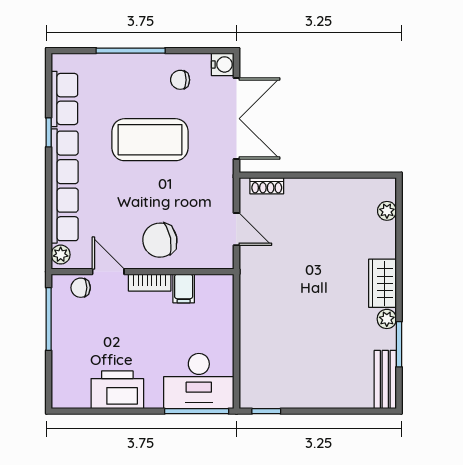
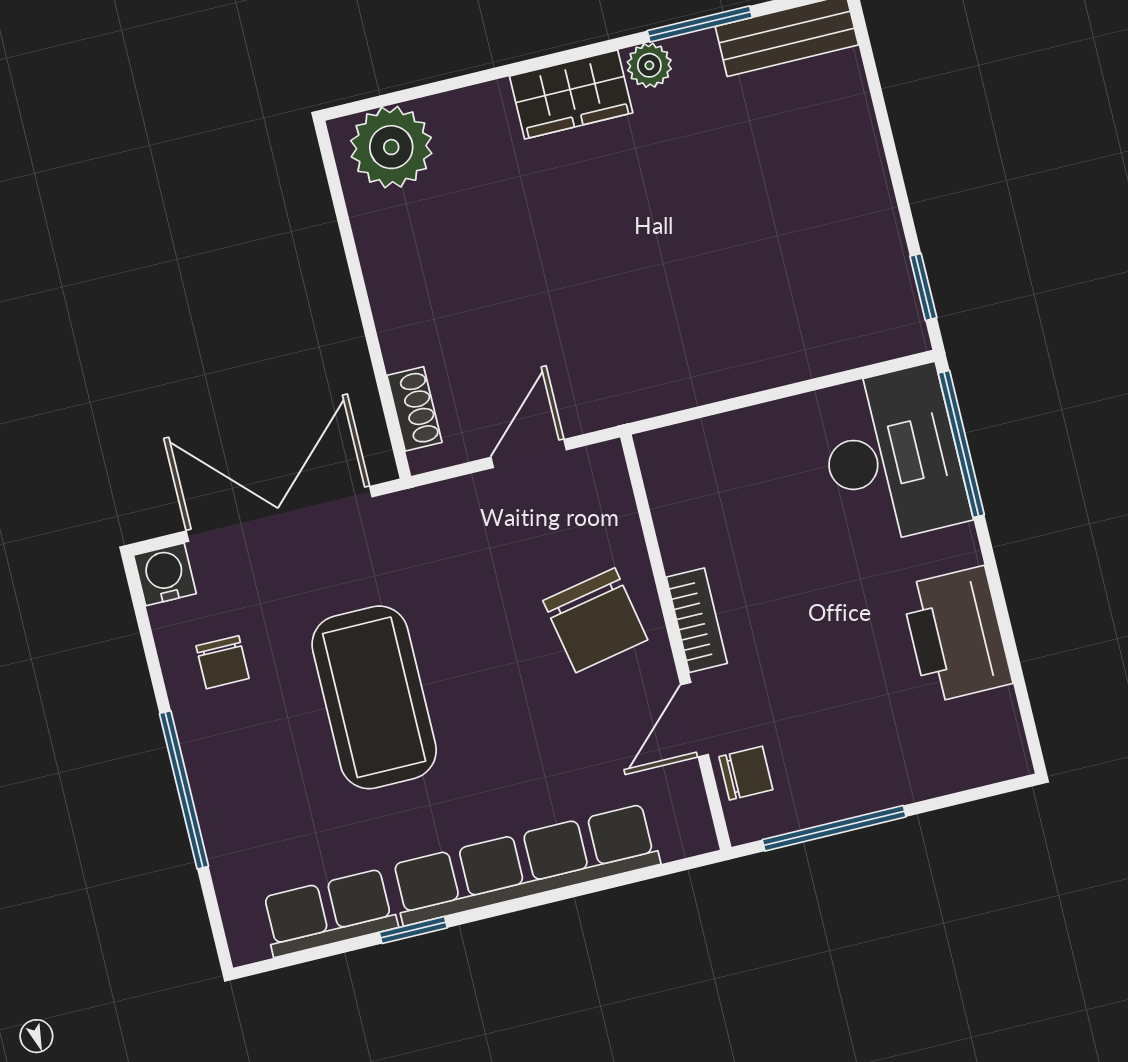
plant: (387, 211) -> (391, 147), width x1.88, depth x1.88
plant: (61, 255) -> (682, 836), removed
chair: (81, 288) -> (746, 773), turned -90
filing cabinet: (184, 288) -> (691, 540), removed

